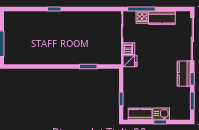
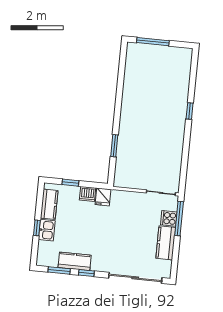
dishwasher: (129, 49) -> (88, 194), moved
fridge: (130, 61) -> (103, 197), moved
kitchen counter: (184, 74) -> (75, 261), moved

